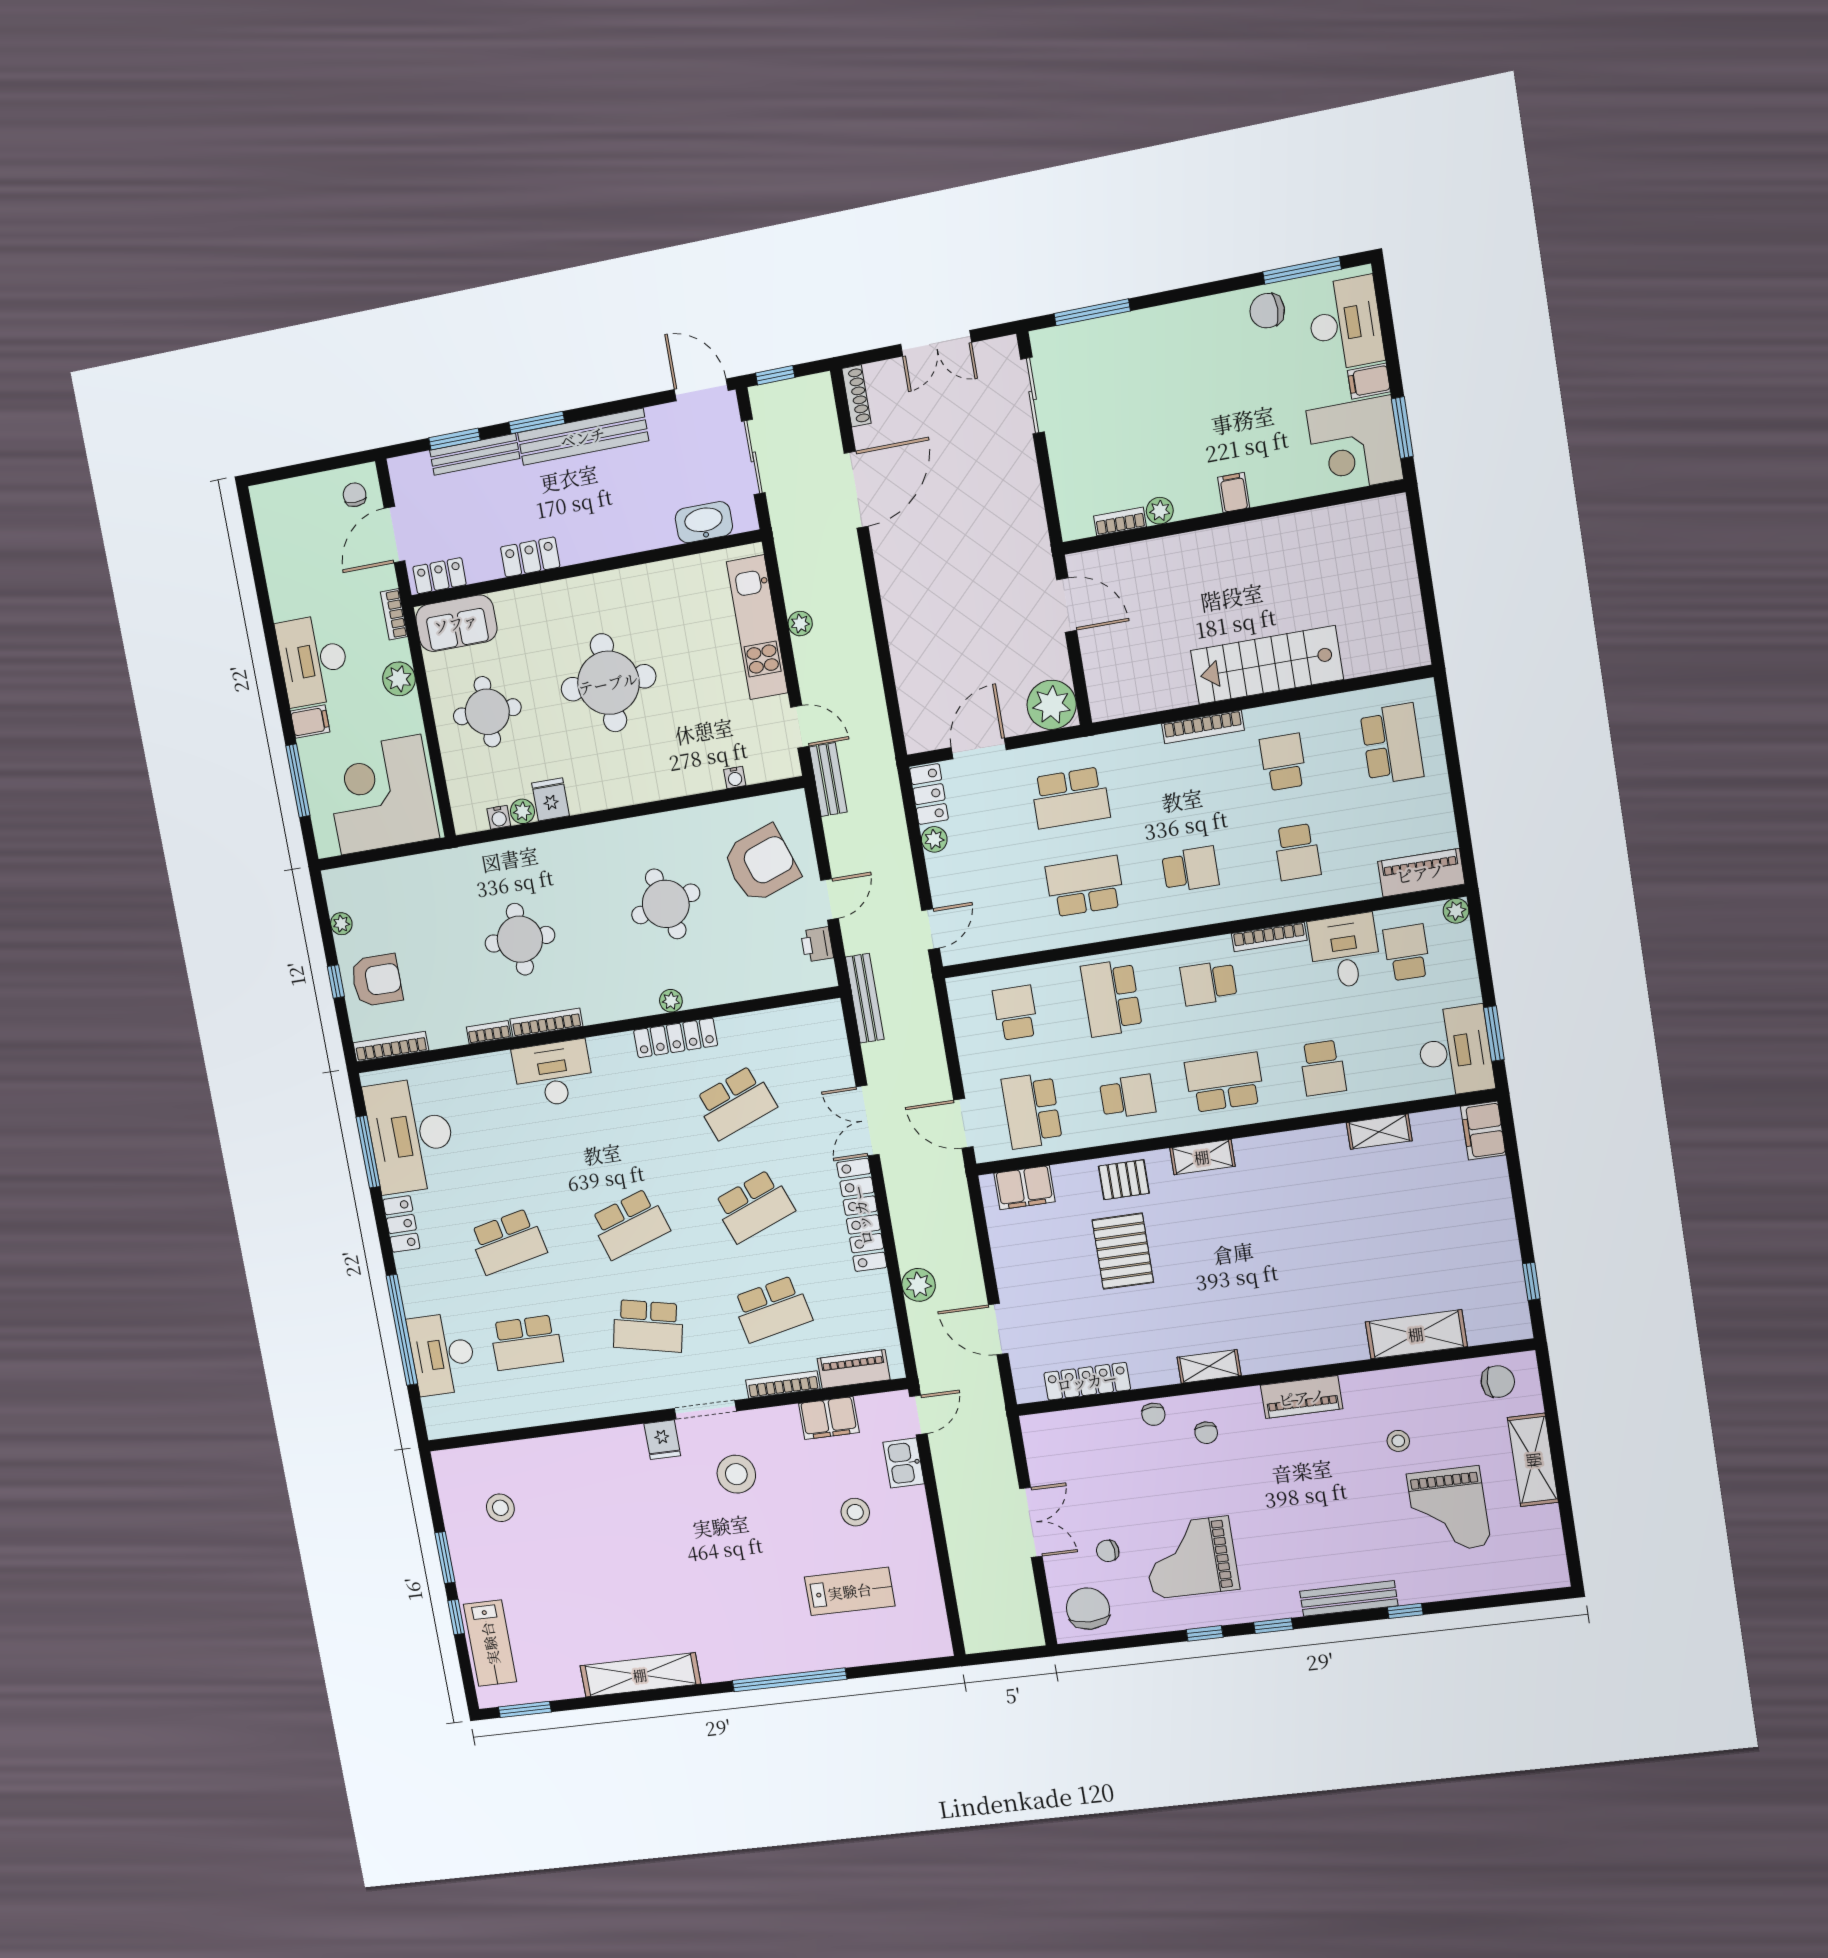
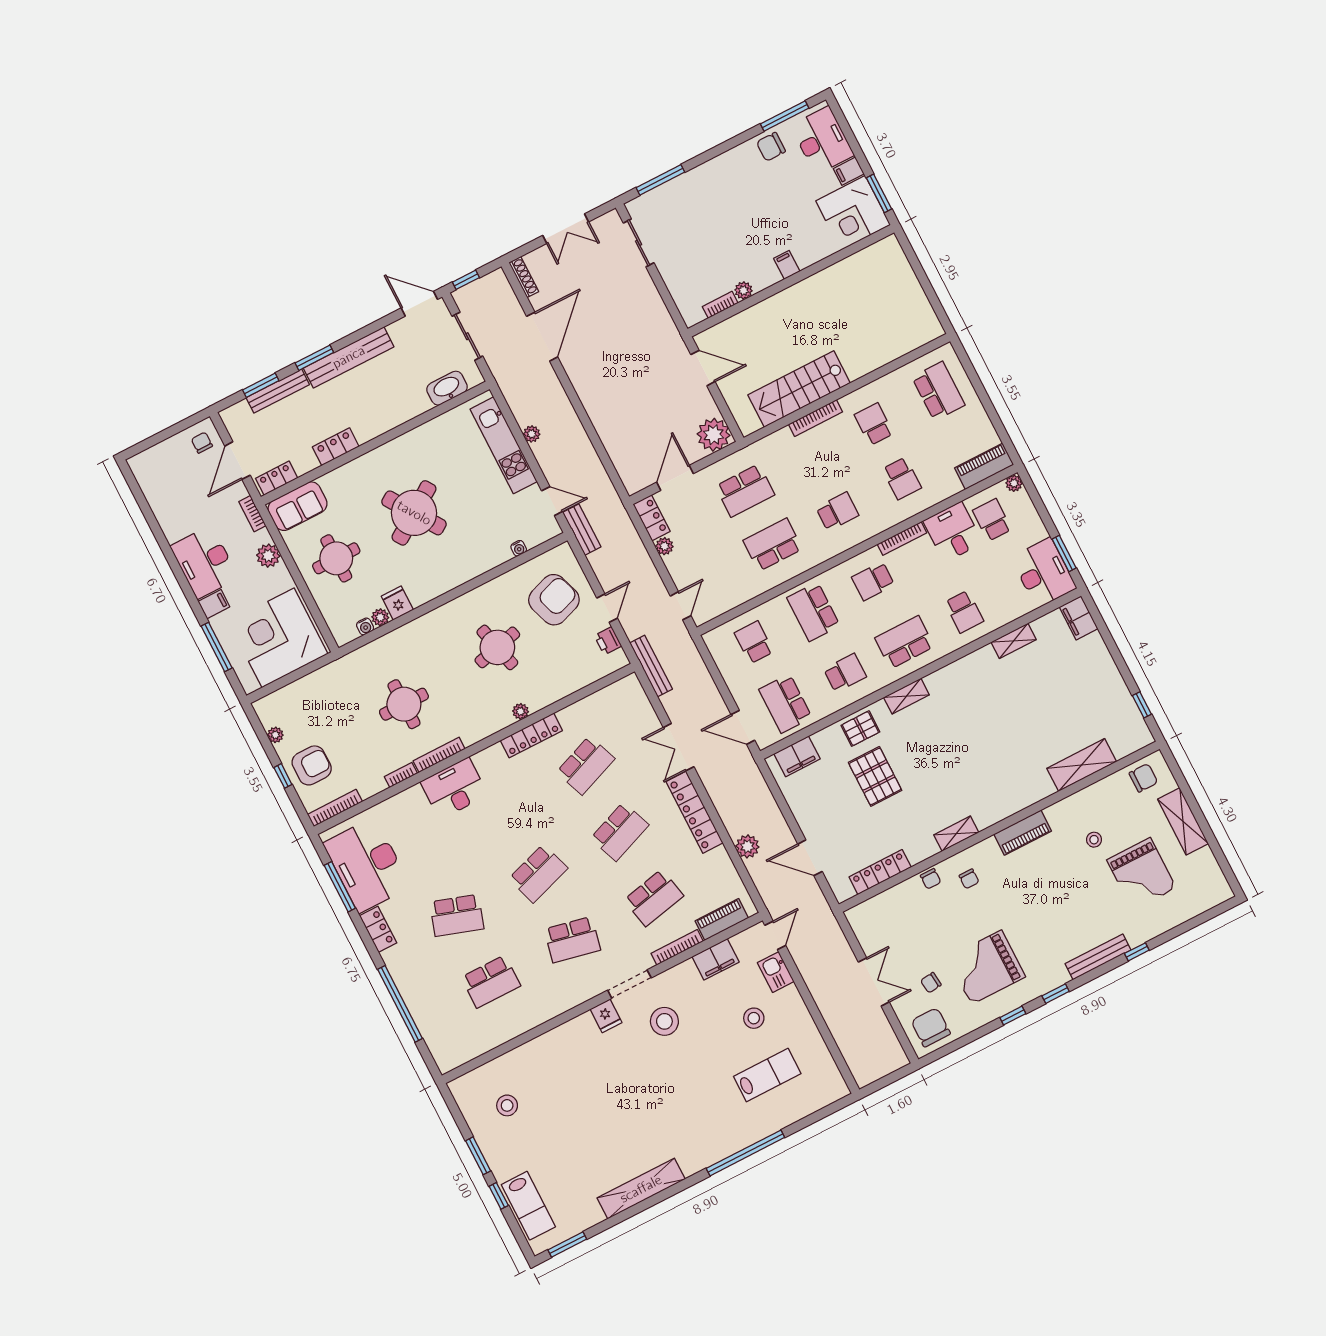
stairs: (1267, 665) -> (799, 389), moved
round table: (608, 683) -> (414, 513), turned -34
school desk: (508, 1242) -> (457, 915), turned 30
desk: (442, 1354) -> (434, 1011), removed

